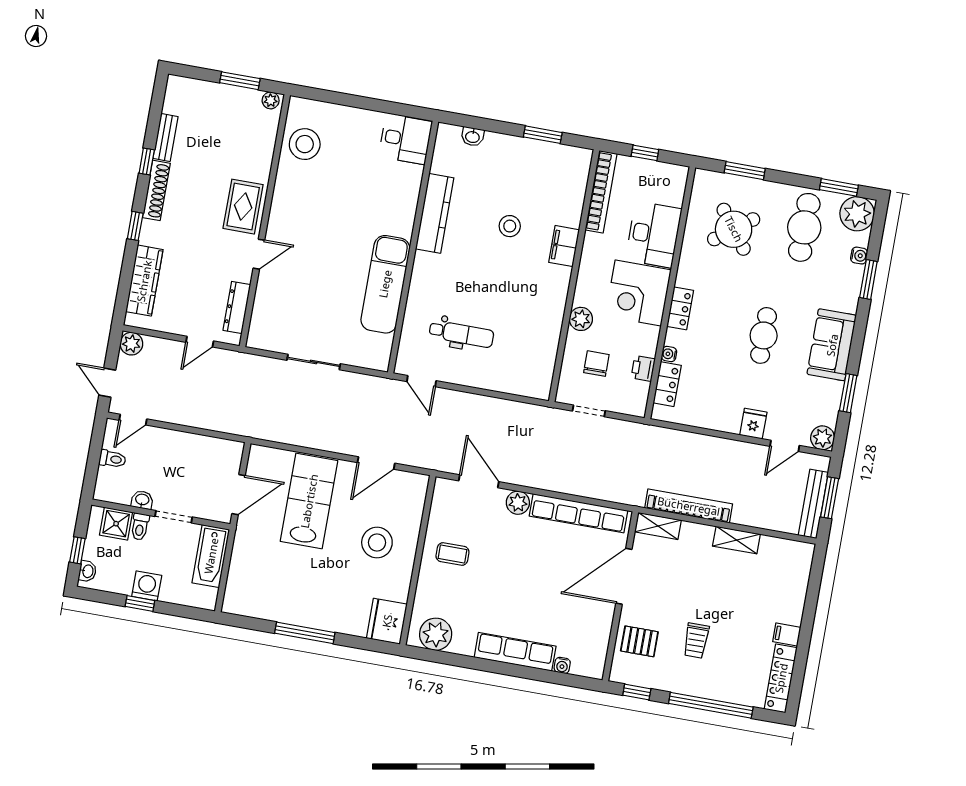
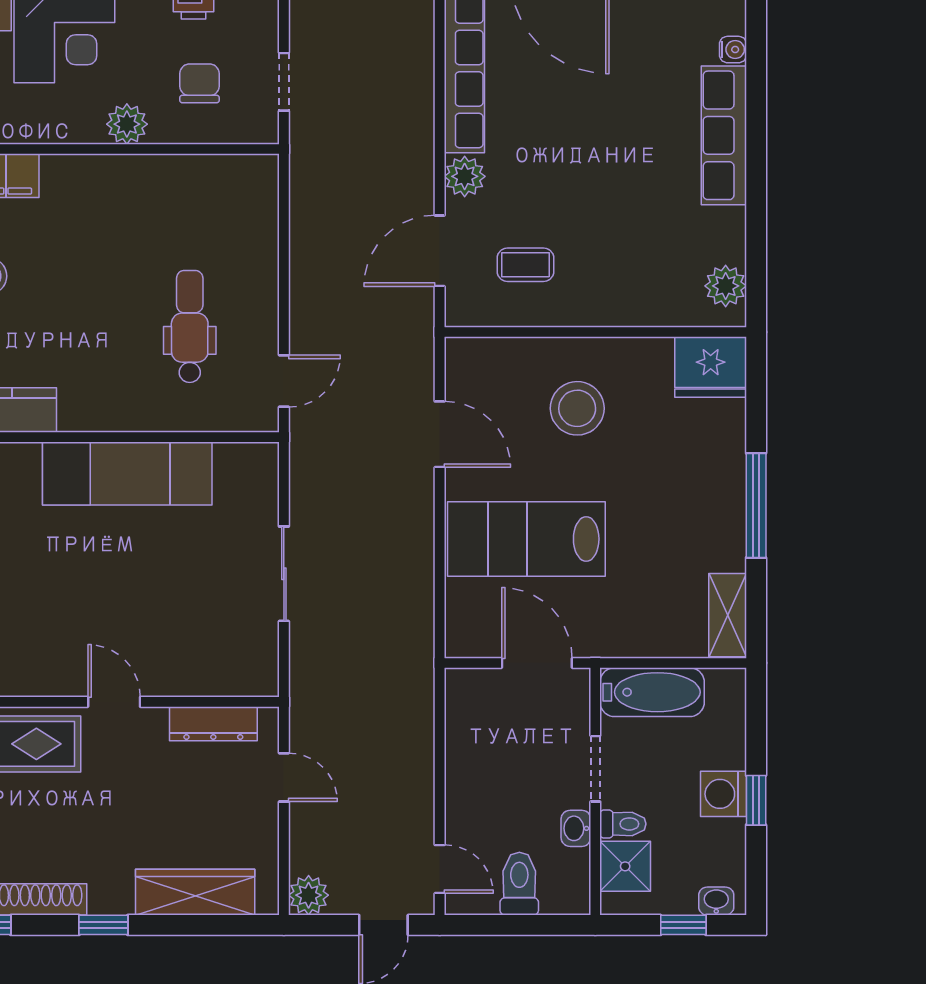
chair: (596, 364) -> (199, 83), turned 90
toilet: (112, 459) -> (519, 884), width x1.37, depth x1.39
coffee table: (452, 554) -> (525, 265), moved, turned 90
shelving: (246, 606) -> (728, 615), added
plant: (436, 634) -> (726, 286), width x0.73, depth x0.73

